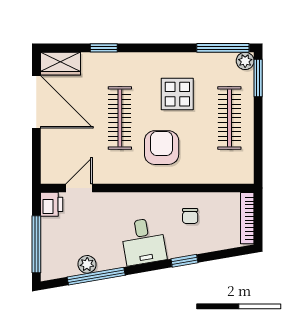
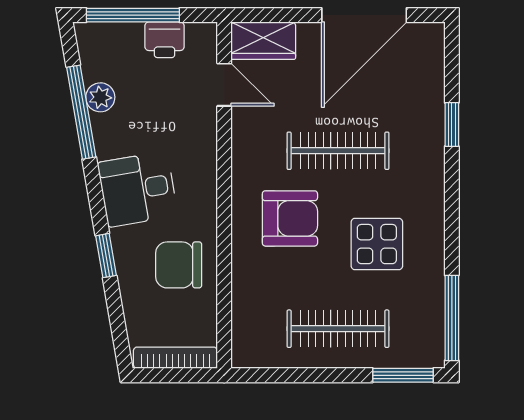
plant: (245, 61) -> (431, 354), removed
wardrobe: (60, 64) -> (263, 41), moved, turned -90
printer: (52, 204) -> (165, 40), moved
chair: (190, 216) -> (179, 265), width x1.87, depth x1.87

